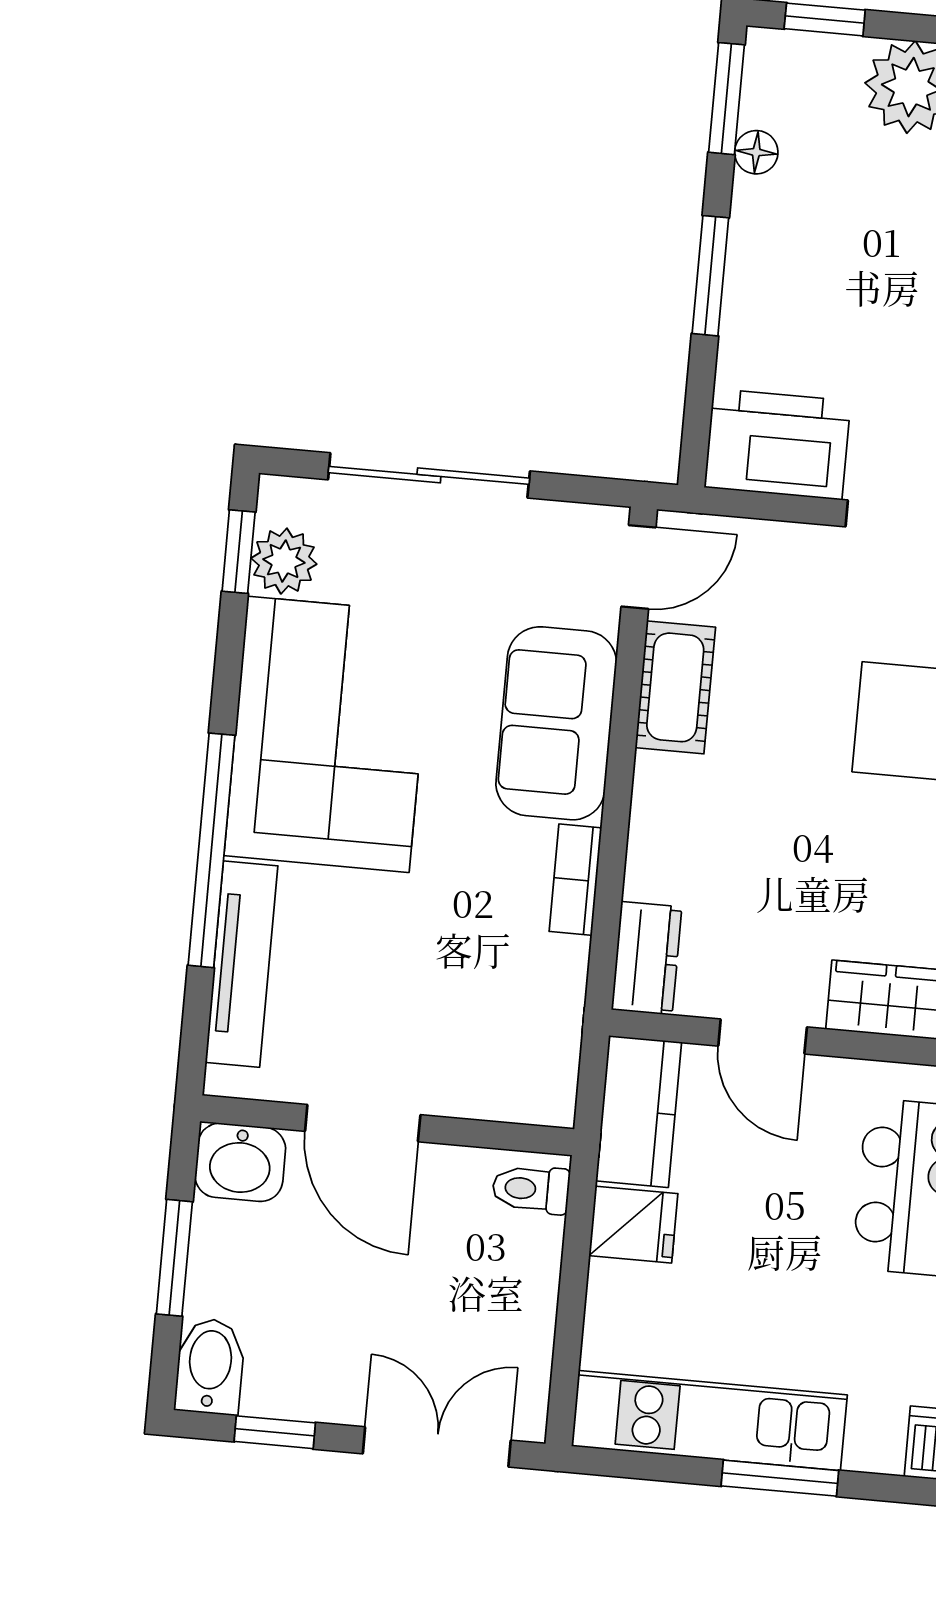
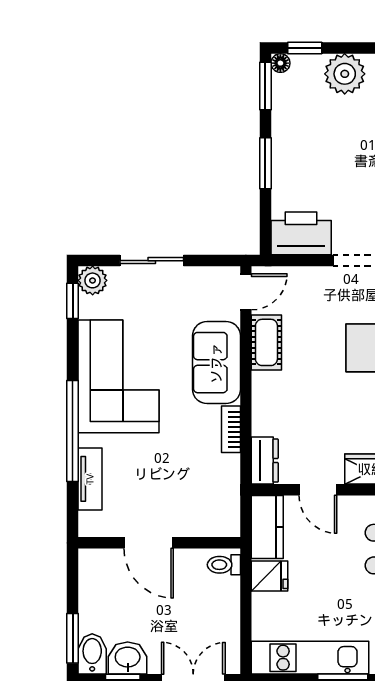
floor lamp: (756, 152) -> (280, 63), moved
sliding door: (429, 475) -> (152, 261), width x0.73
plant: (284, 561) -> (93, 280), moved
tv unit: (242, 964) -> (90, 479), width x0.71
washbasin: (240, 1162) -> (128, 658), moved, turned 180
window: (174, 1258) -> (73, 638), moved

